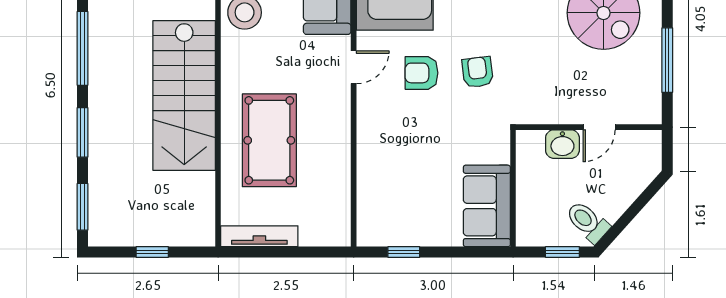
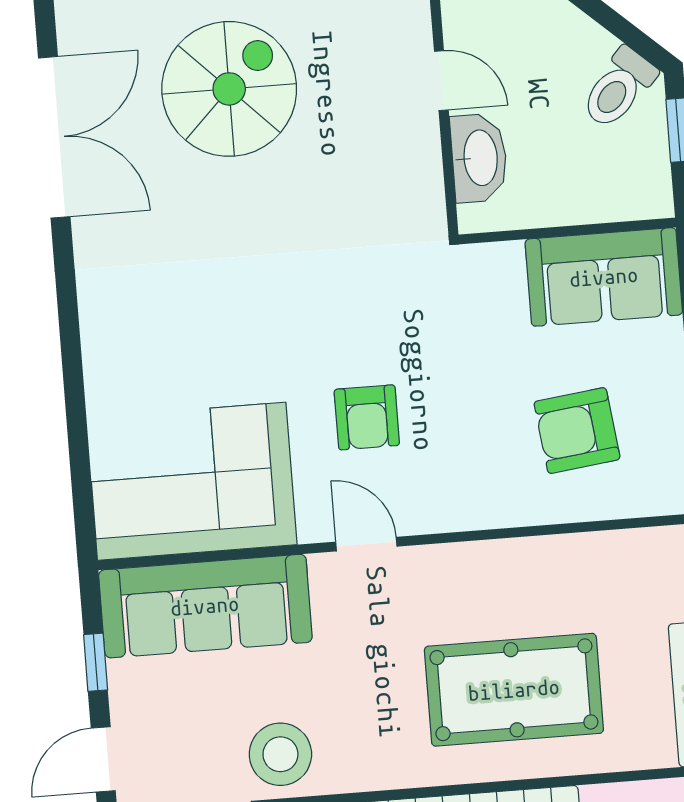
armchair: (478, 72) -> (577, 431), moved, width x1.38, depth x1.38
washbasin: (562, 144) -> (479, 158), width x1.38

